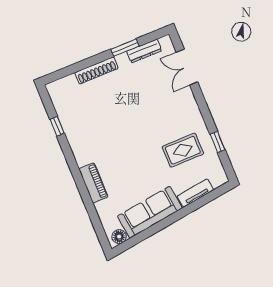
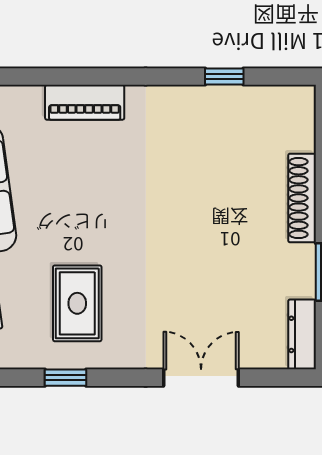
dresser: (144, 51) -> (302, 334), moved
double door: (187, 67) -> (201, 378), moved

